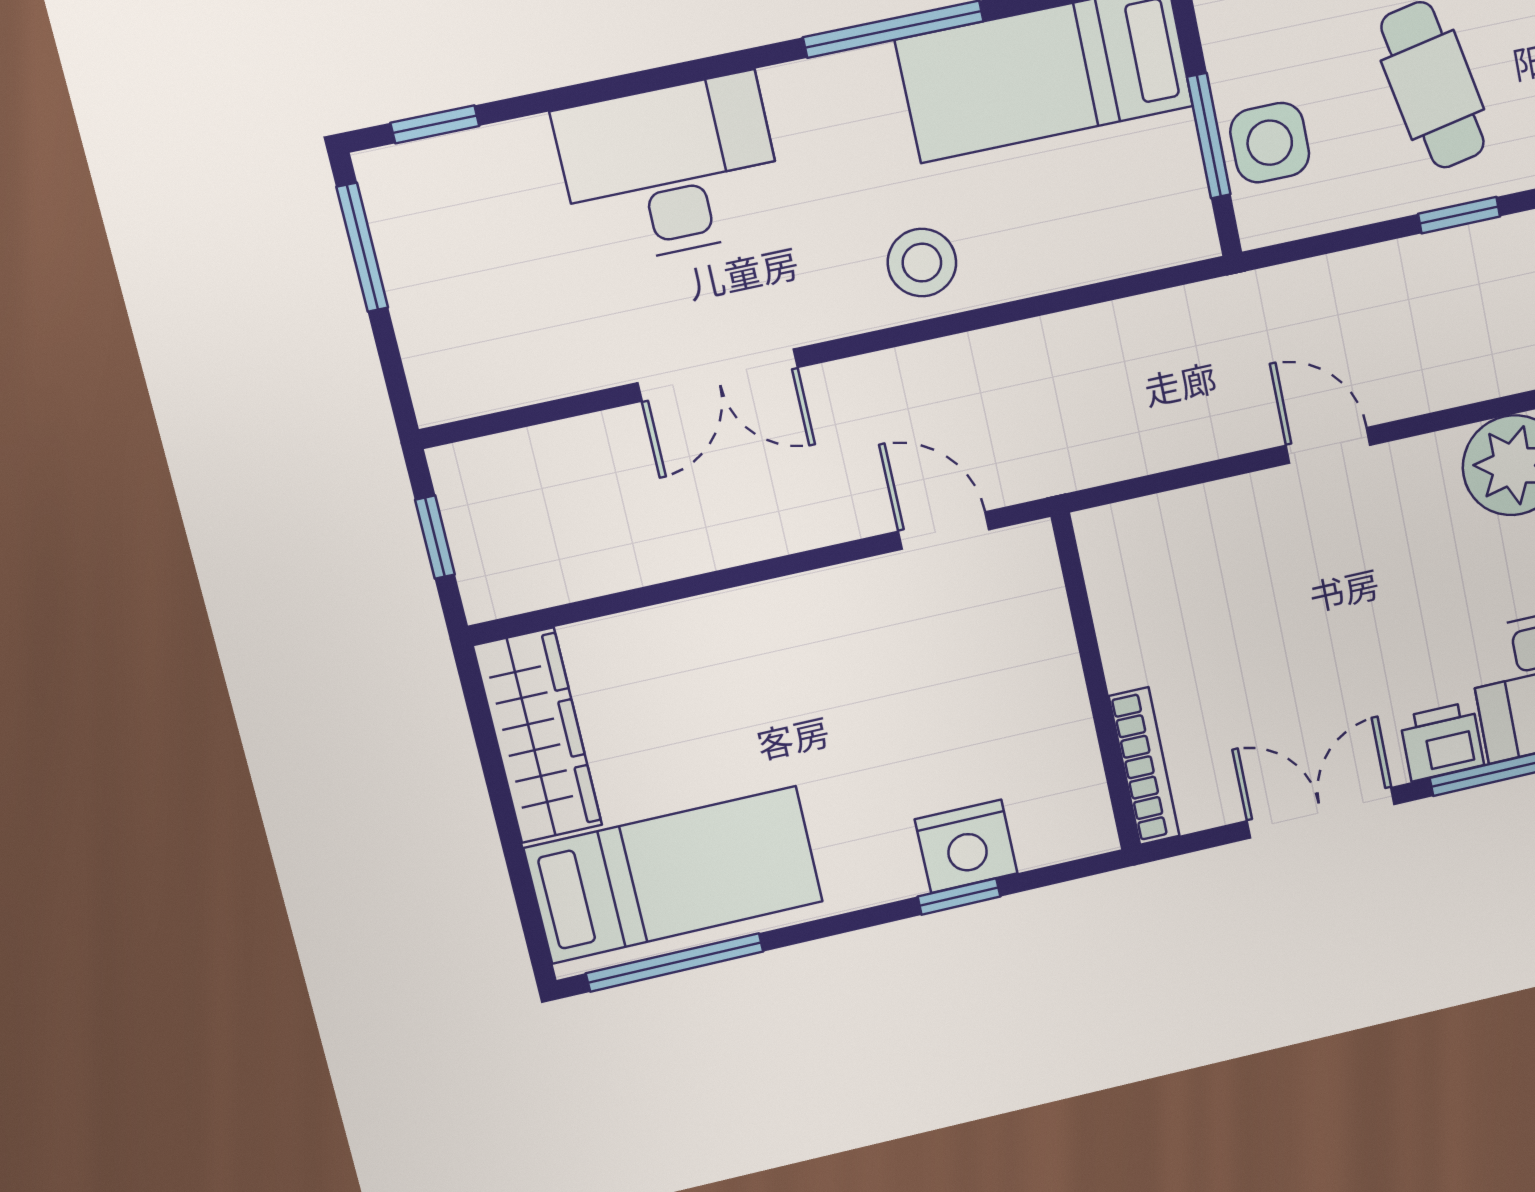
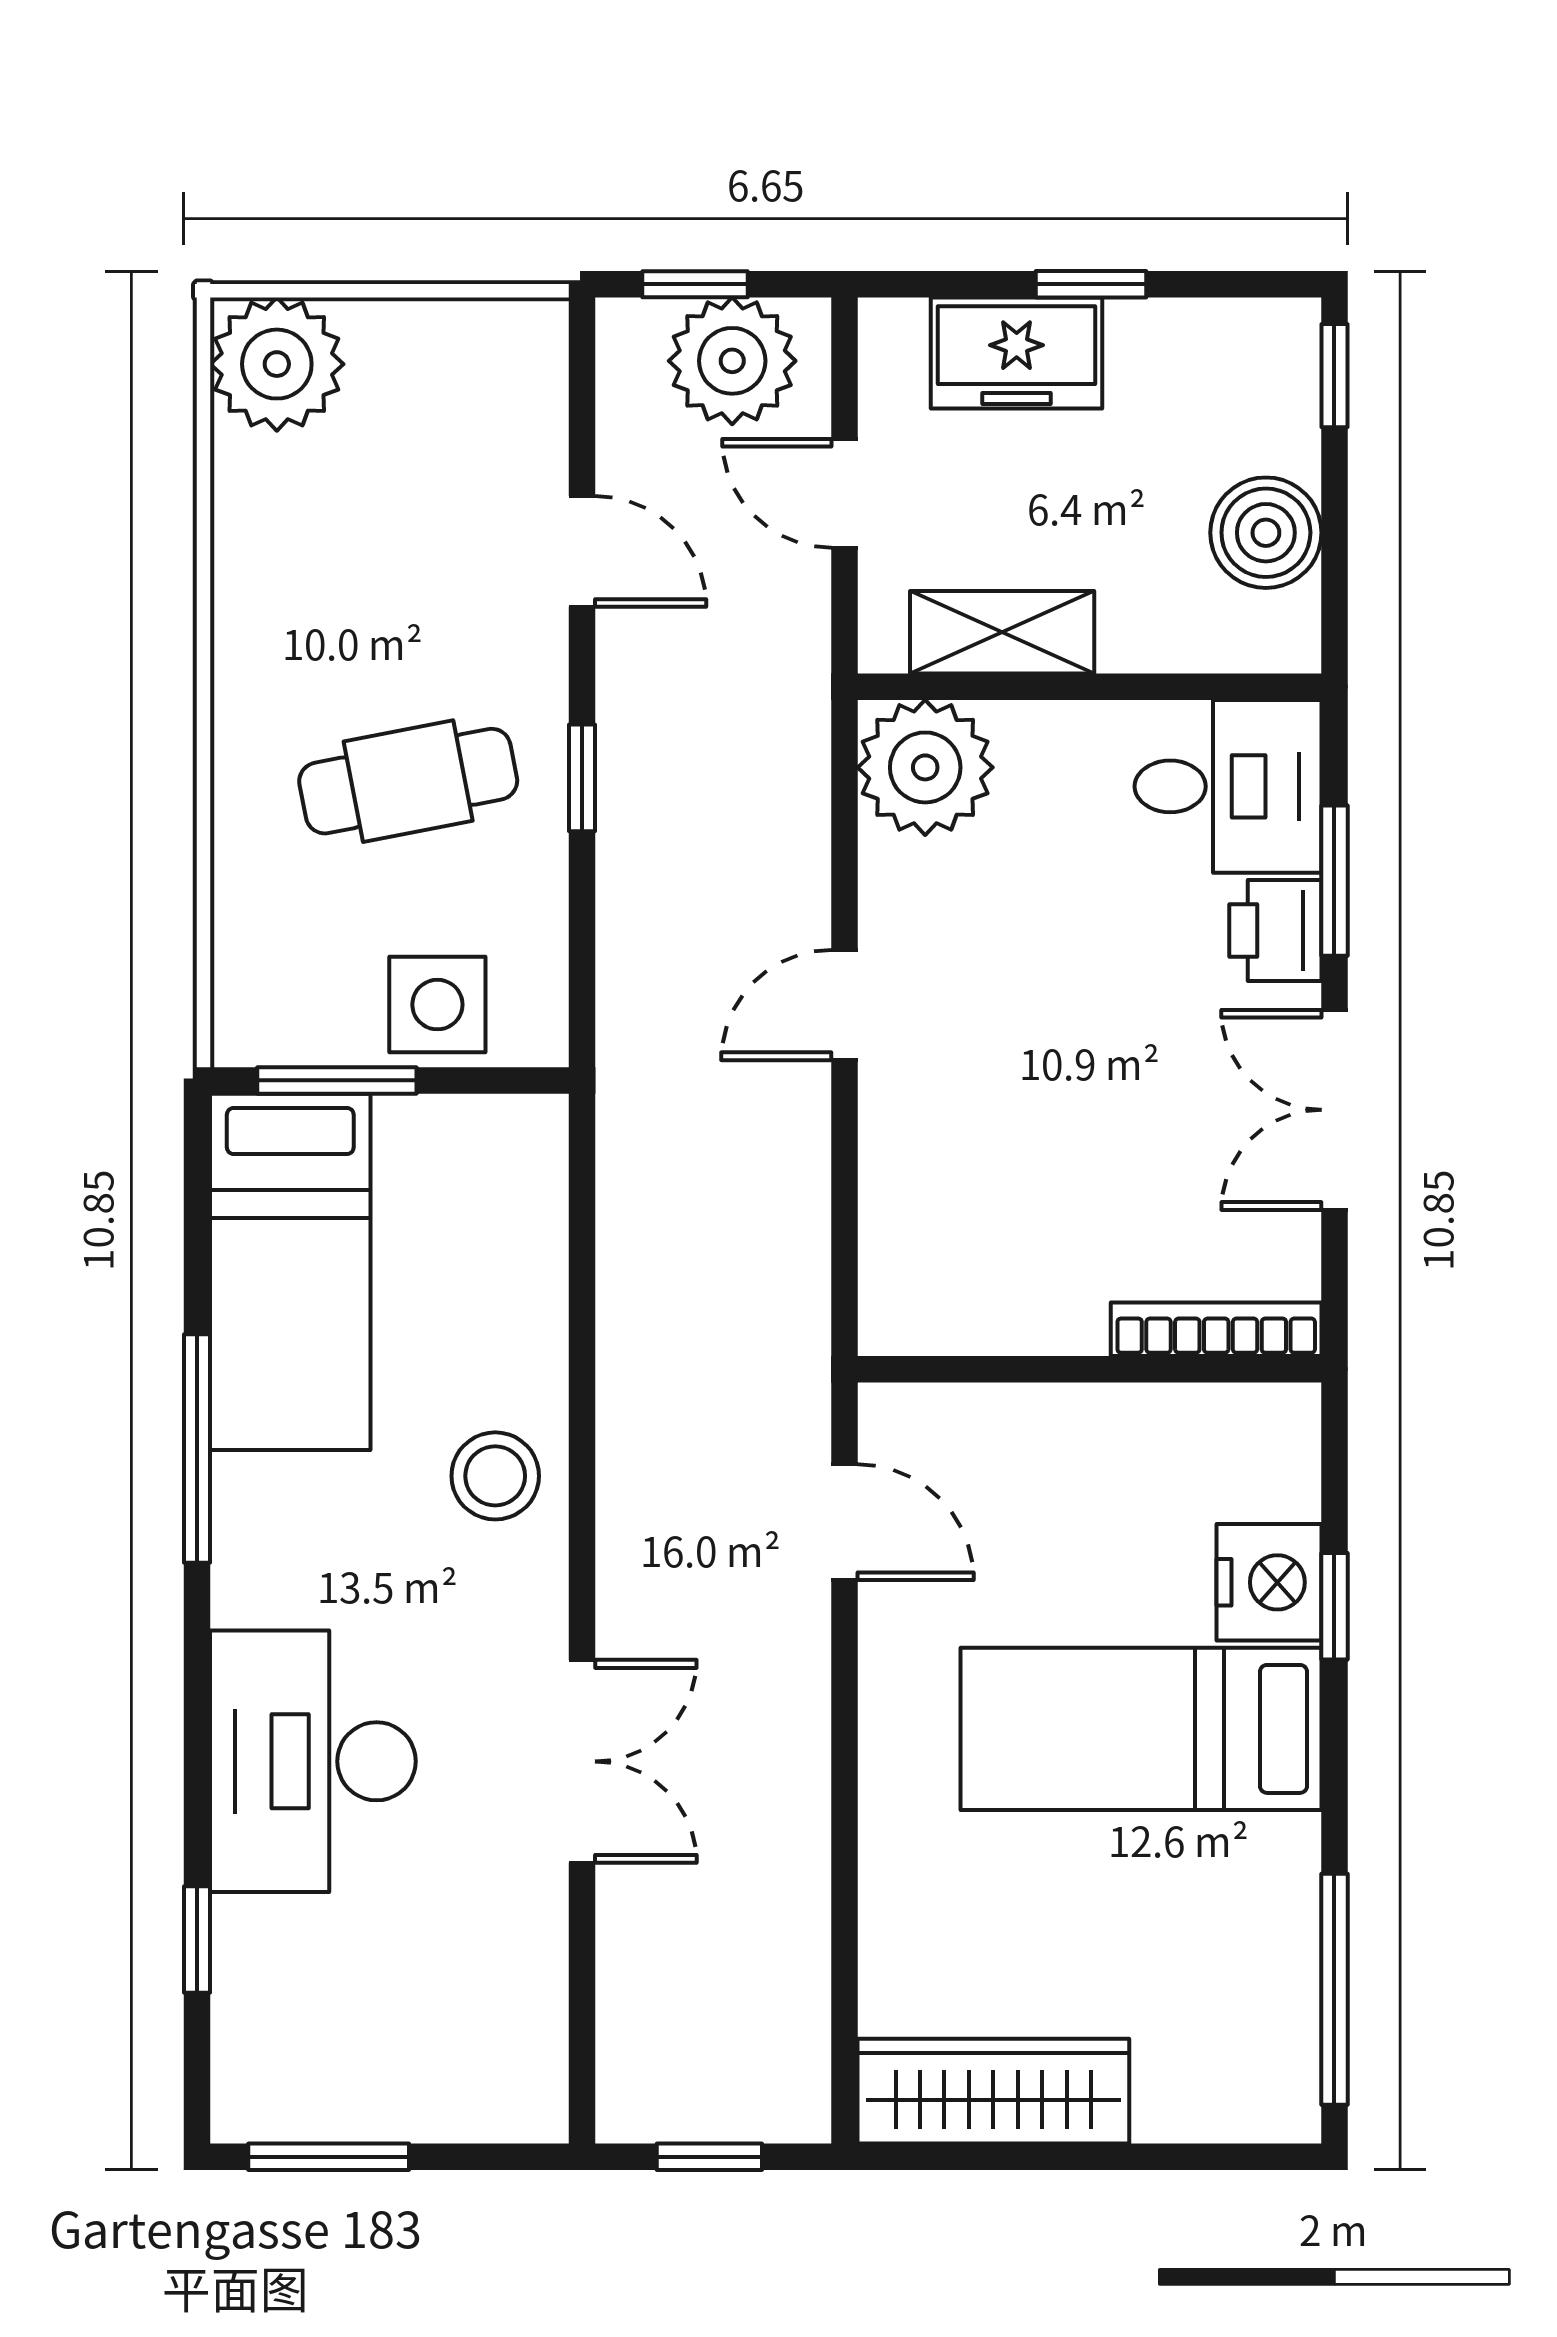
window: (435, 124) -> (197, 1940), moved
window: (1209, 136) -> (337, 1080), moved
door: (944, 530) -> (844, 1522), swing flipped
bed: (674, 875) -> (1141, 1729), moved, turned -90

